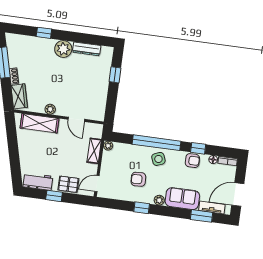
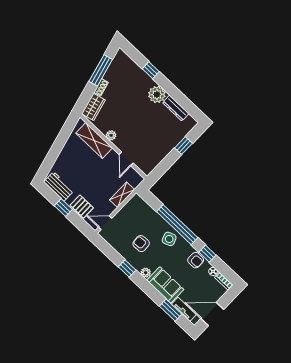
plant: (108, 146) -> (136, 199), removed

